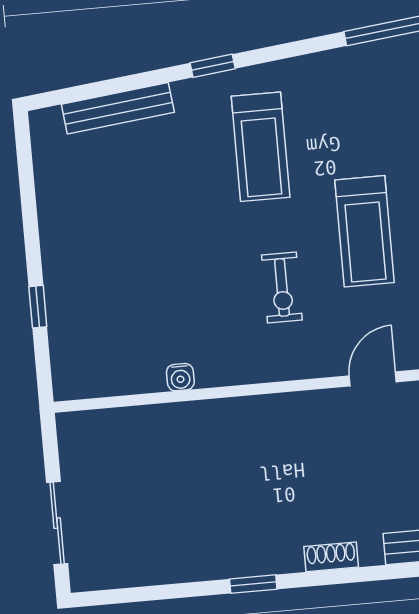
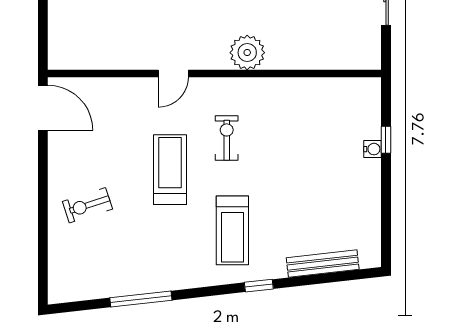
treadmill: (261, 147) -> (232, 230), turned 180
water cooler: (180, 377) -> (373, 149), moved, turned 90
plant: (262, 421) -> (247, 53), added

